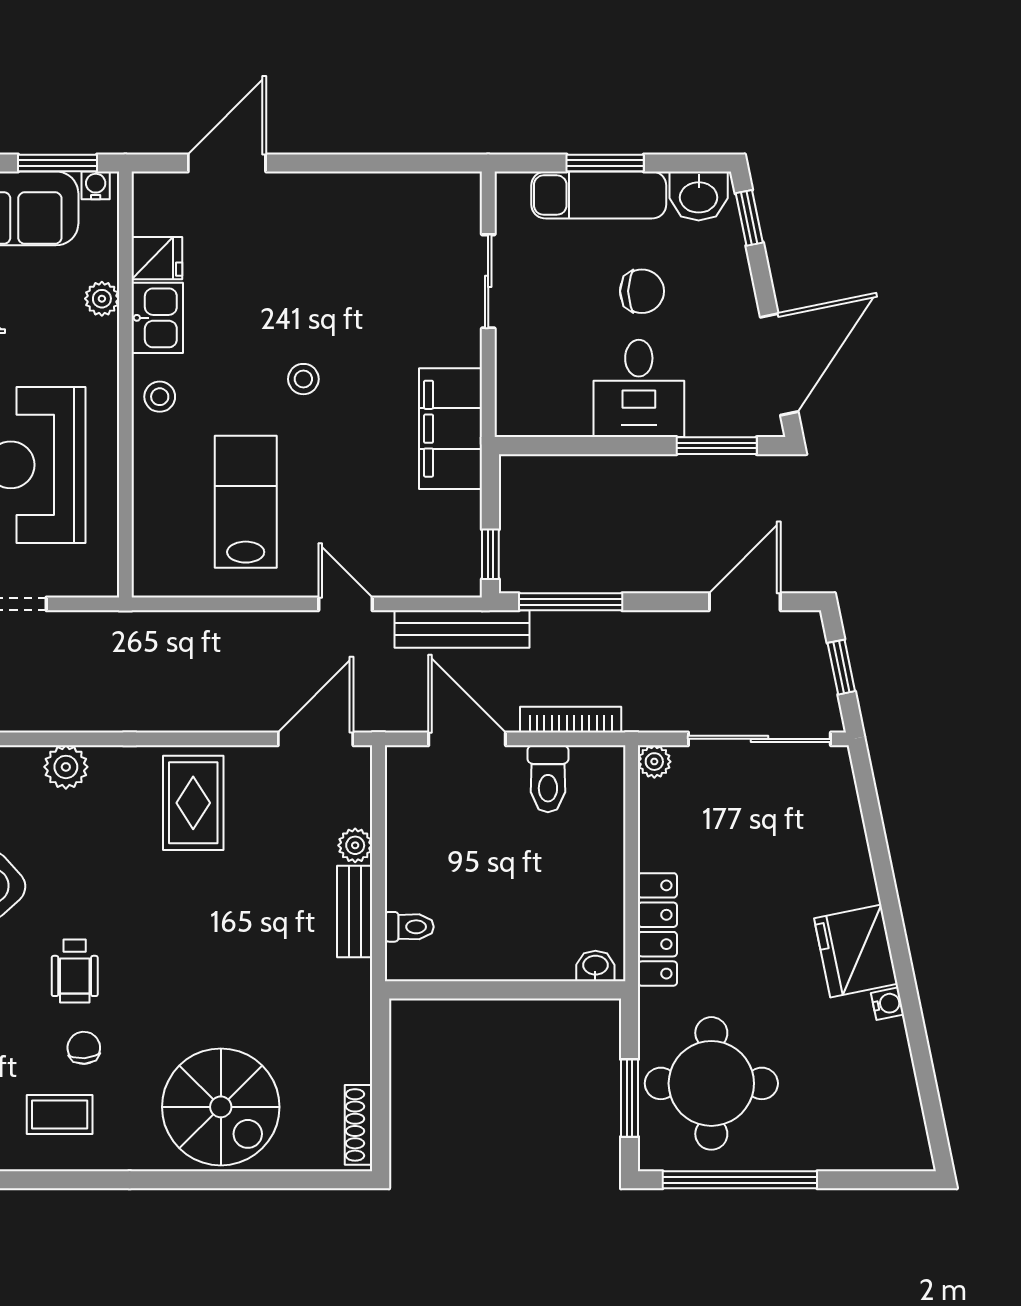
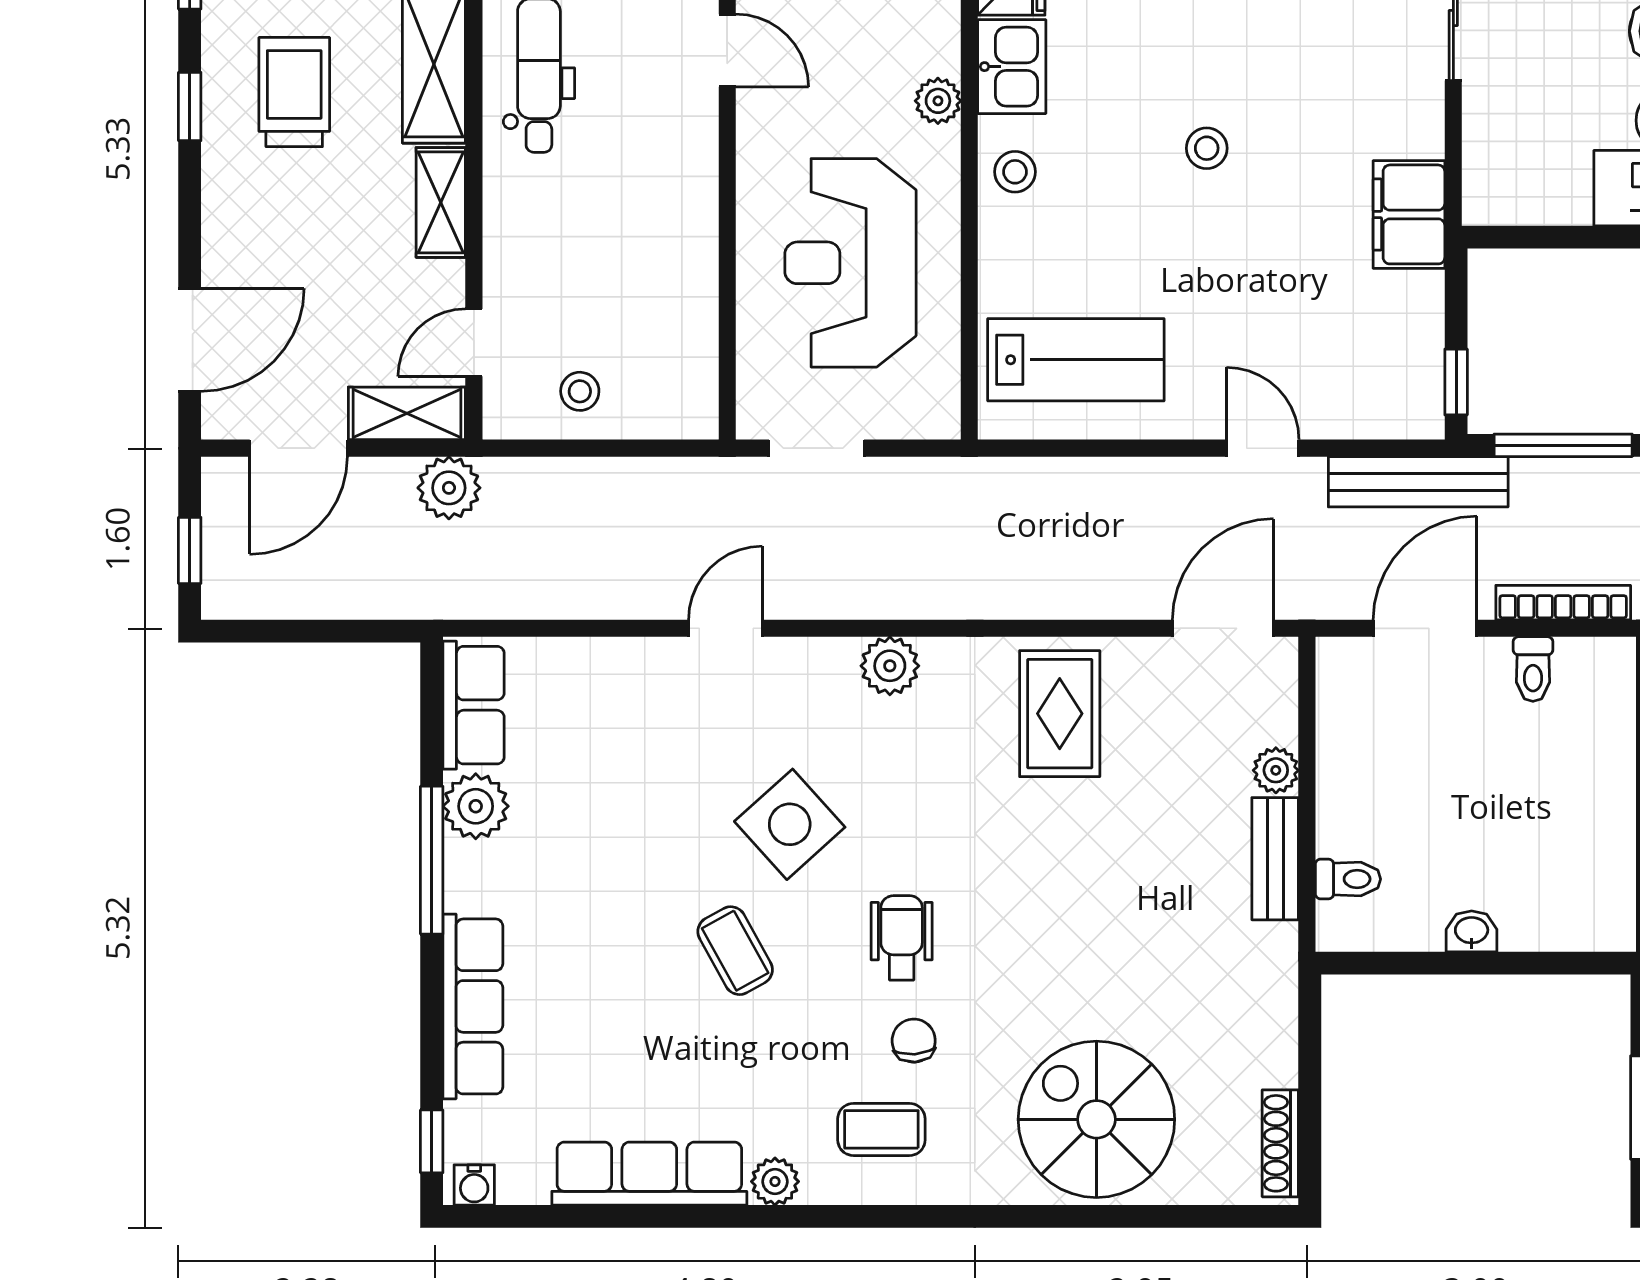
plant: (102, 299) -> (938, 101), moved
filing cabinet: (450, 429) -> (1409, 214), width x0.67, depth x0.86
lab bench: (246, 502) -> (1076, 360), moved, turned 90
door: (467, 739) -> (1425, 628), hinge flipped
toilet: (548, 779) -> (1533, 669), width x0.73, depth x0.72
washbasin: (595, 966) -> (1472, 931), moved
wheelchair: (75, 971) -> (902, 938), turned 180
spiral stairs: (221, 1107) -> (1096, 1119), turned 180

